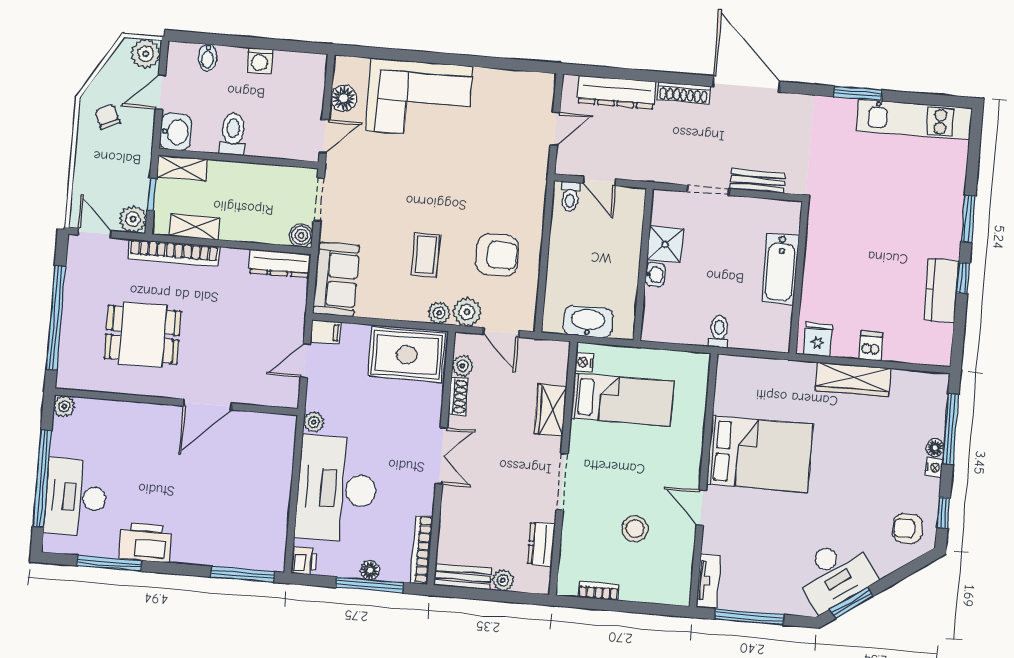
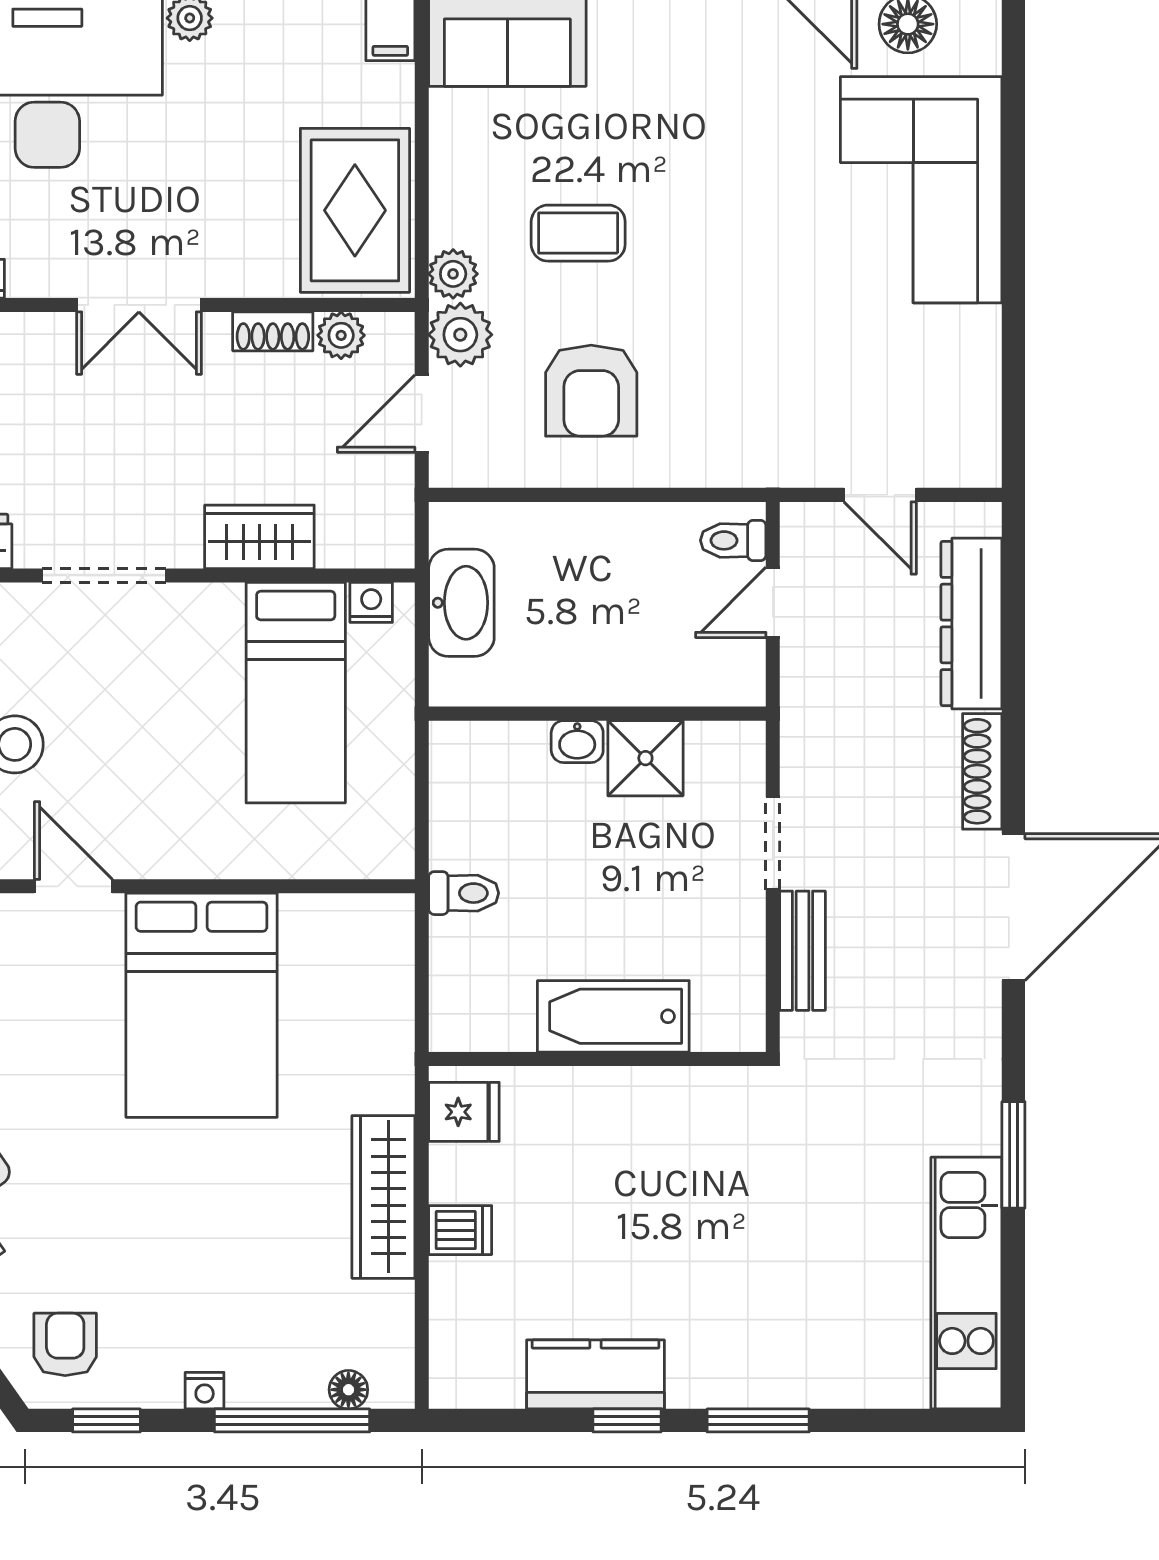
floor lamp: (935, 448) -> (348, 1390), moved
door: (701, 507) -> (73, 886), hinge flipped

